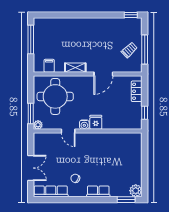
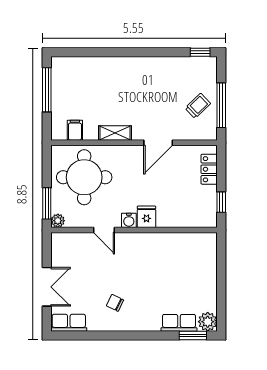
row of seats: (51, 191) -> (69, 323), width x0.68
row of seats: (98, 191) -> (179, 323), moved

